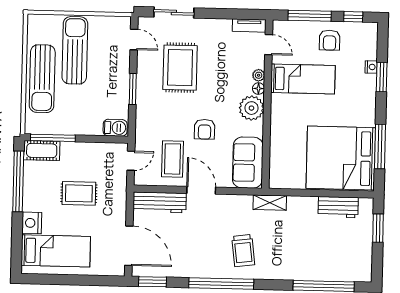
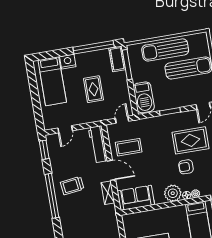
barbecue: (115, 128) -> (144, 97), width x1.88, depth x1.53
armchair: (205, 129) -> (186, 167), moved
door: (131, 161) -> (122, 120), swing flipped
door: (201, 190) -> (111, 170), hinge flipped
shelving: (270, 203) -> (108, 193), moved
door: (129, 246) -> (65, 129), width x0.53
trolley: (243, 251) -> (72, 186), moved

